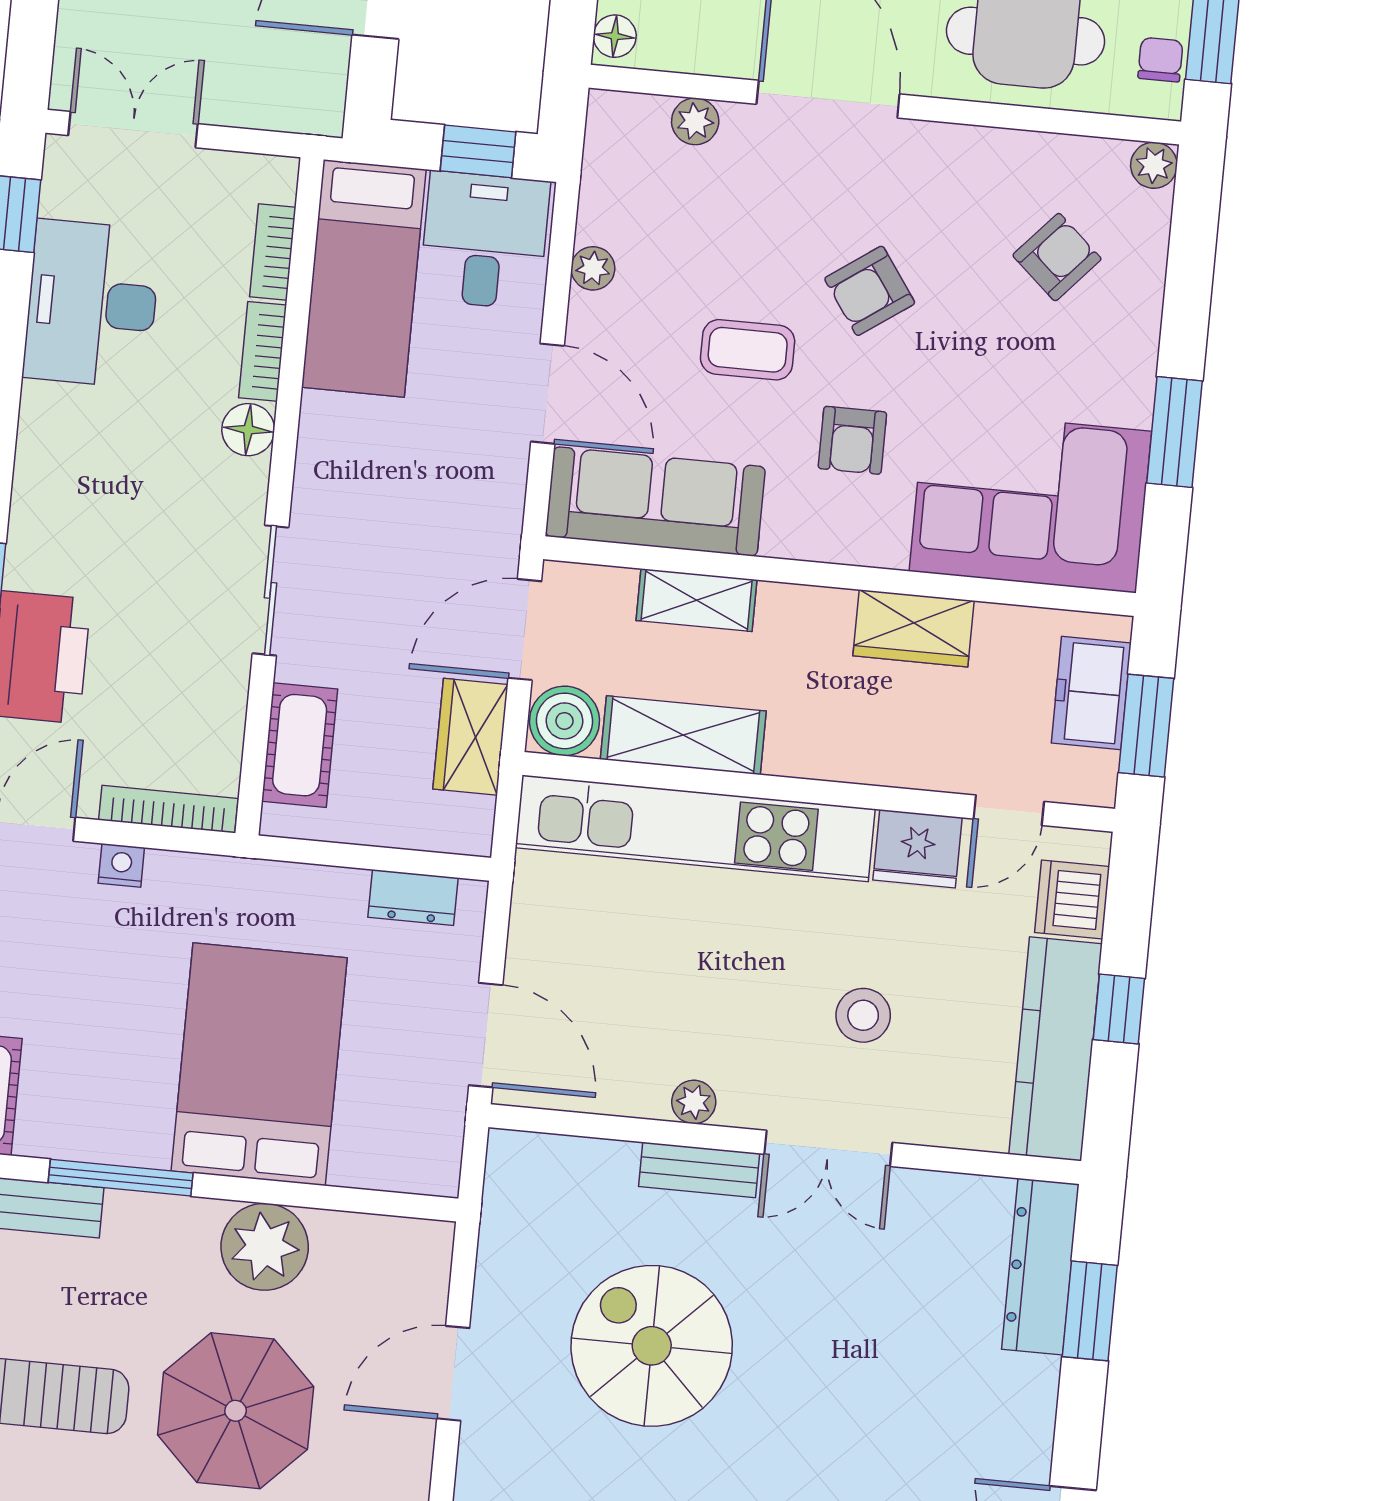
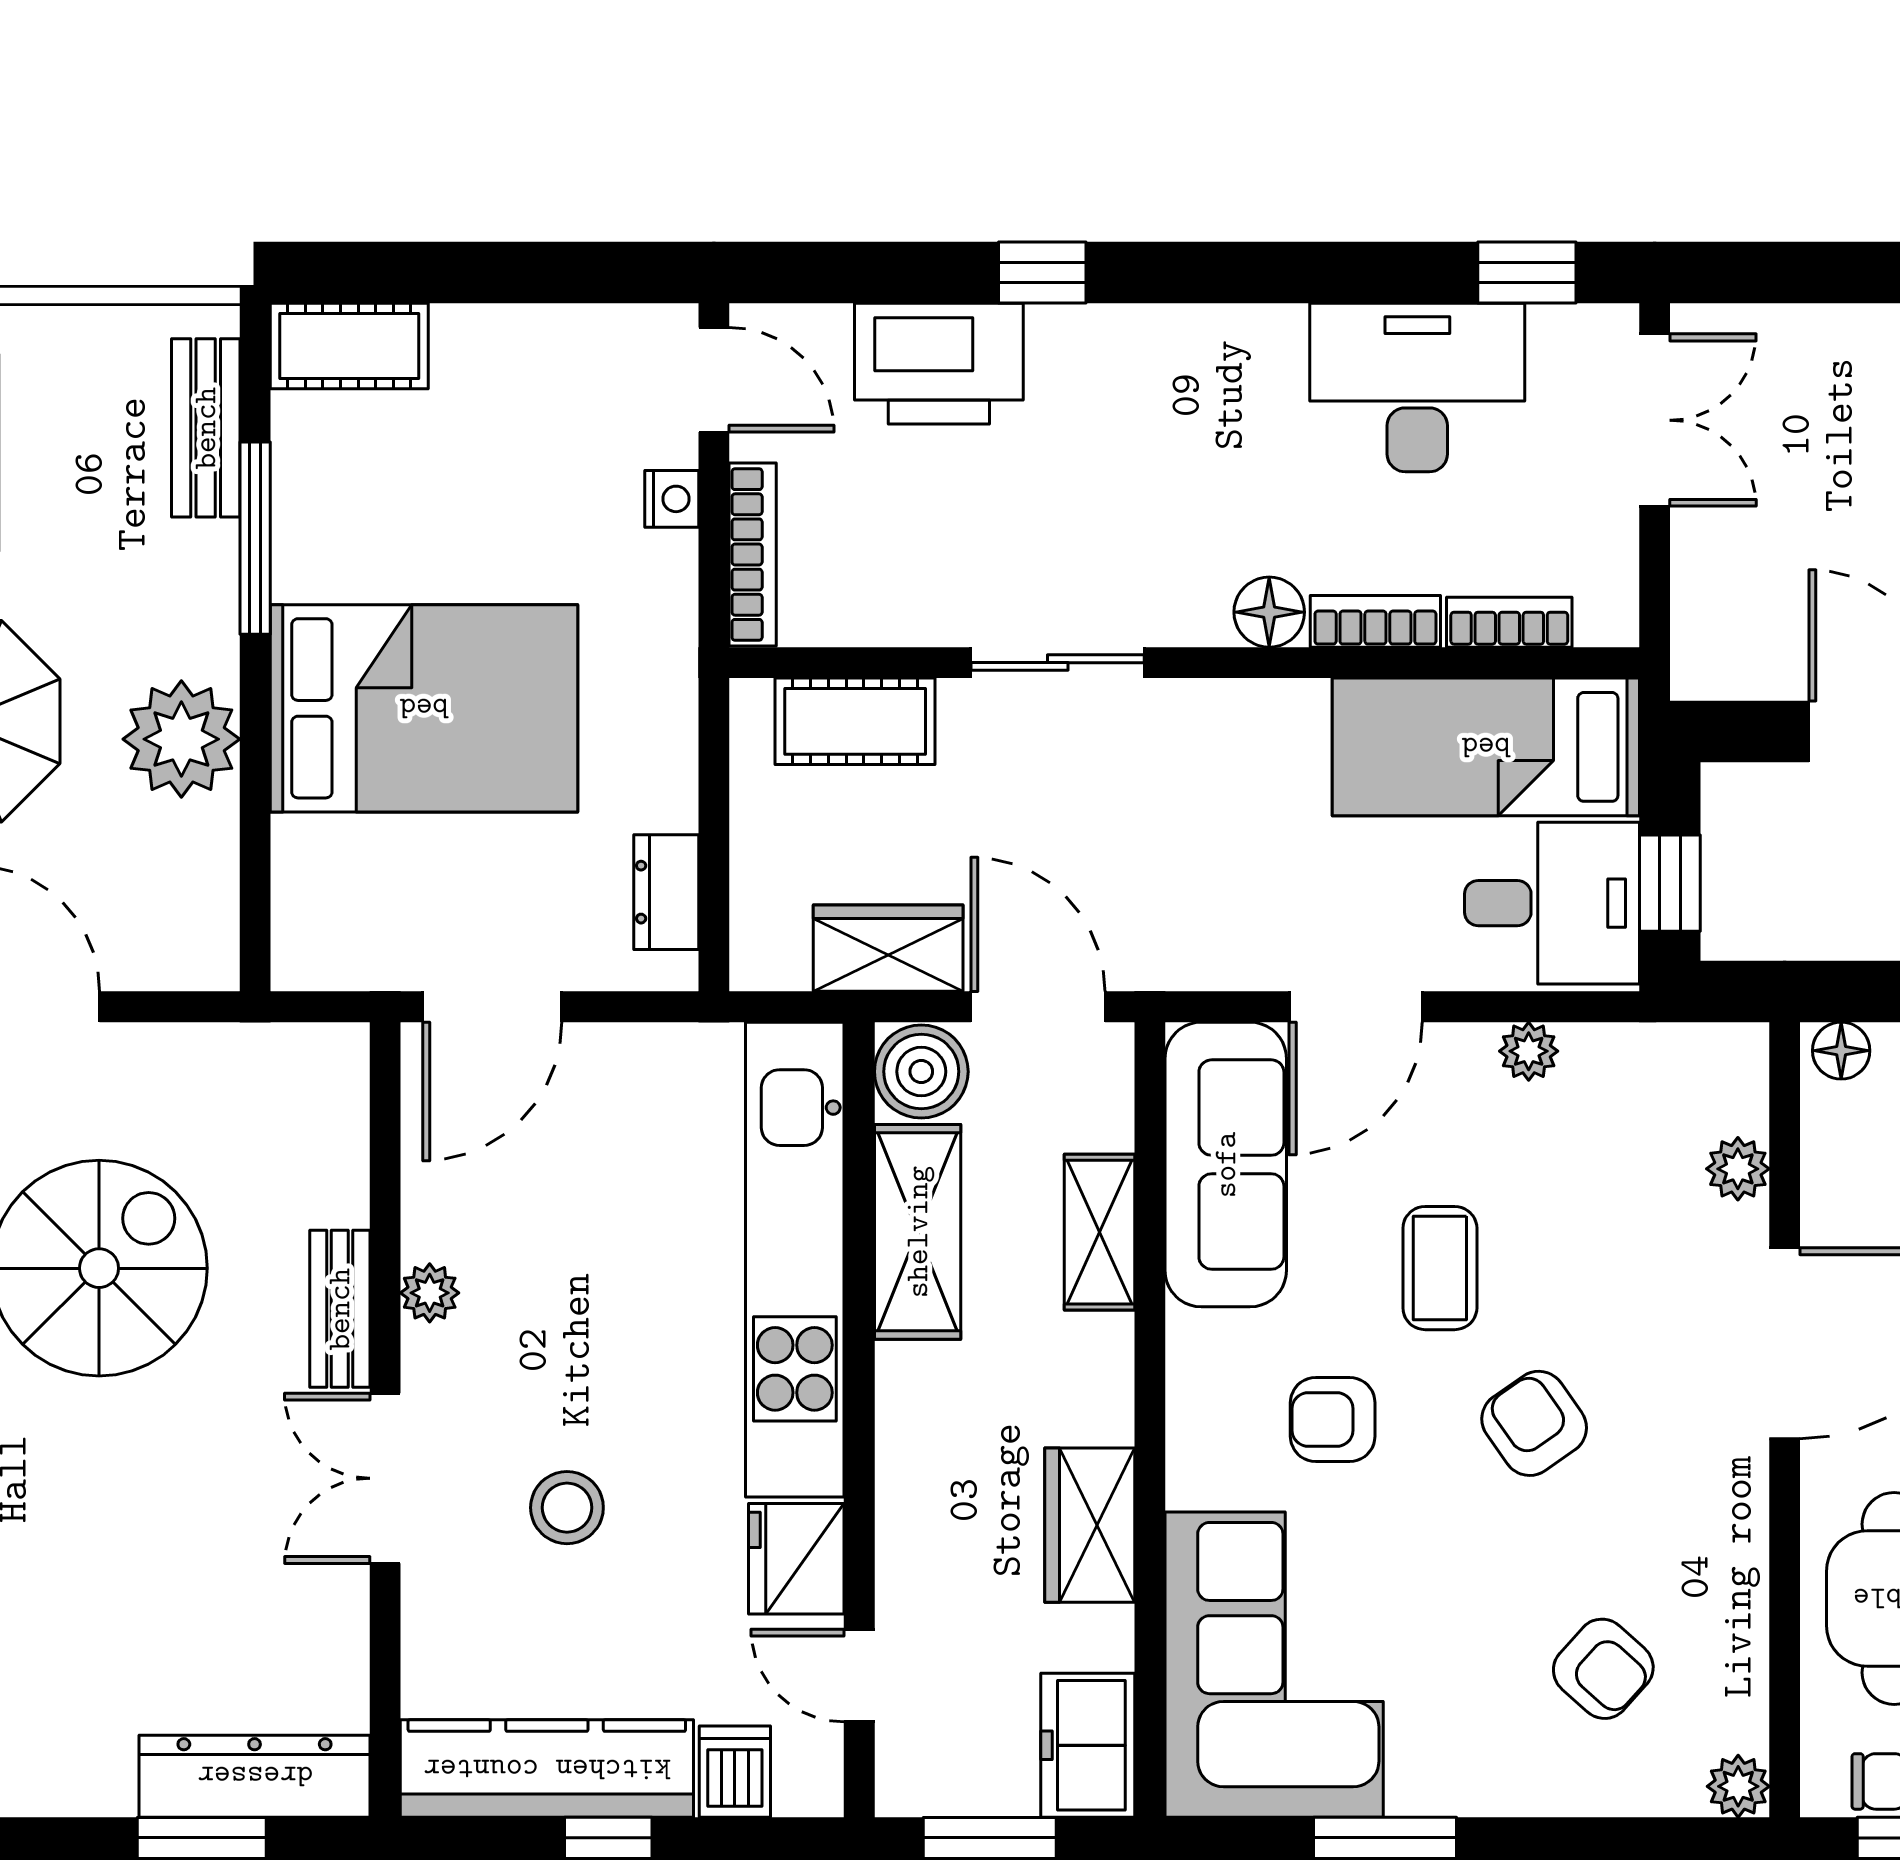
freezer: (1091, 693) -> (1088, 1745), moved, turned -90
dishwasher: (1072, 899) -> (735, 1772), width x0.73

